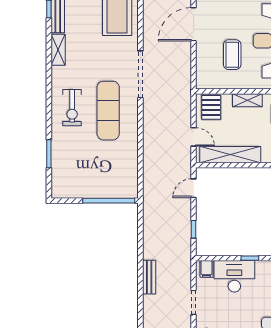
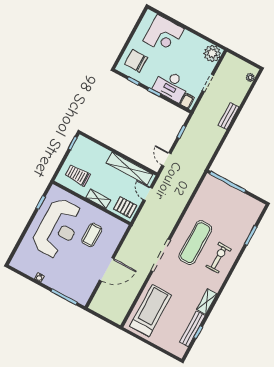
pallet: (211, 107) -> (125, 207), turned 90
door: (194, 188) -> (166, 159), swing flipped

